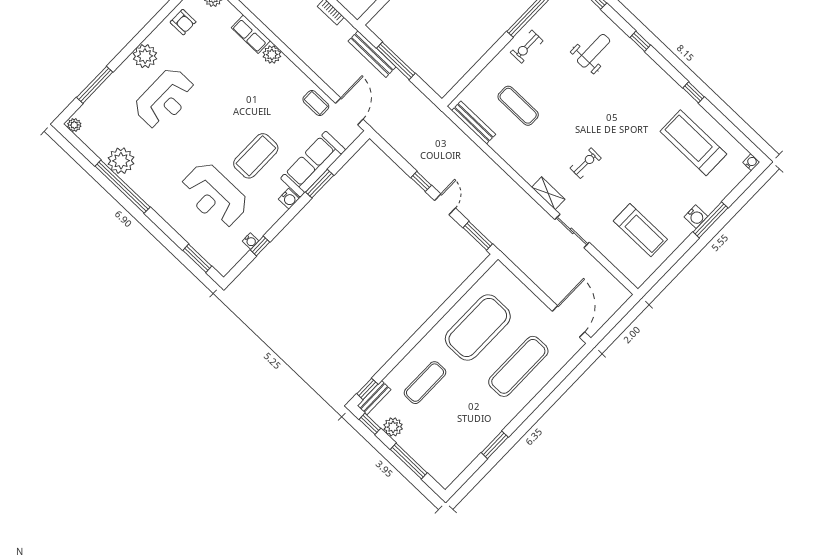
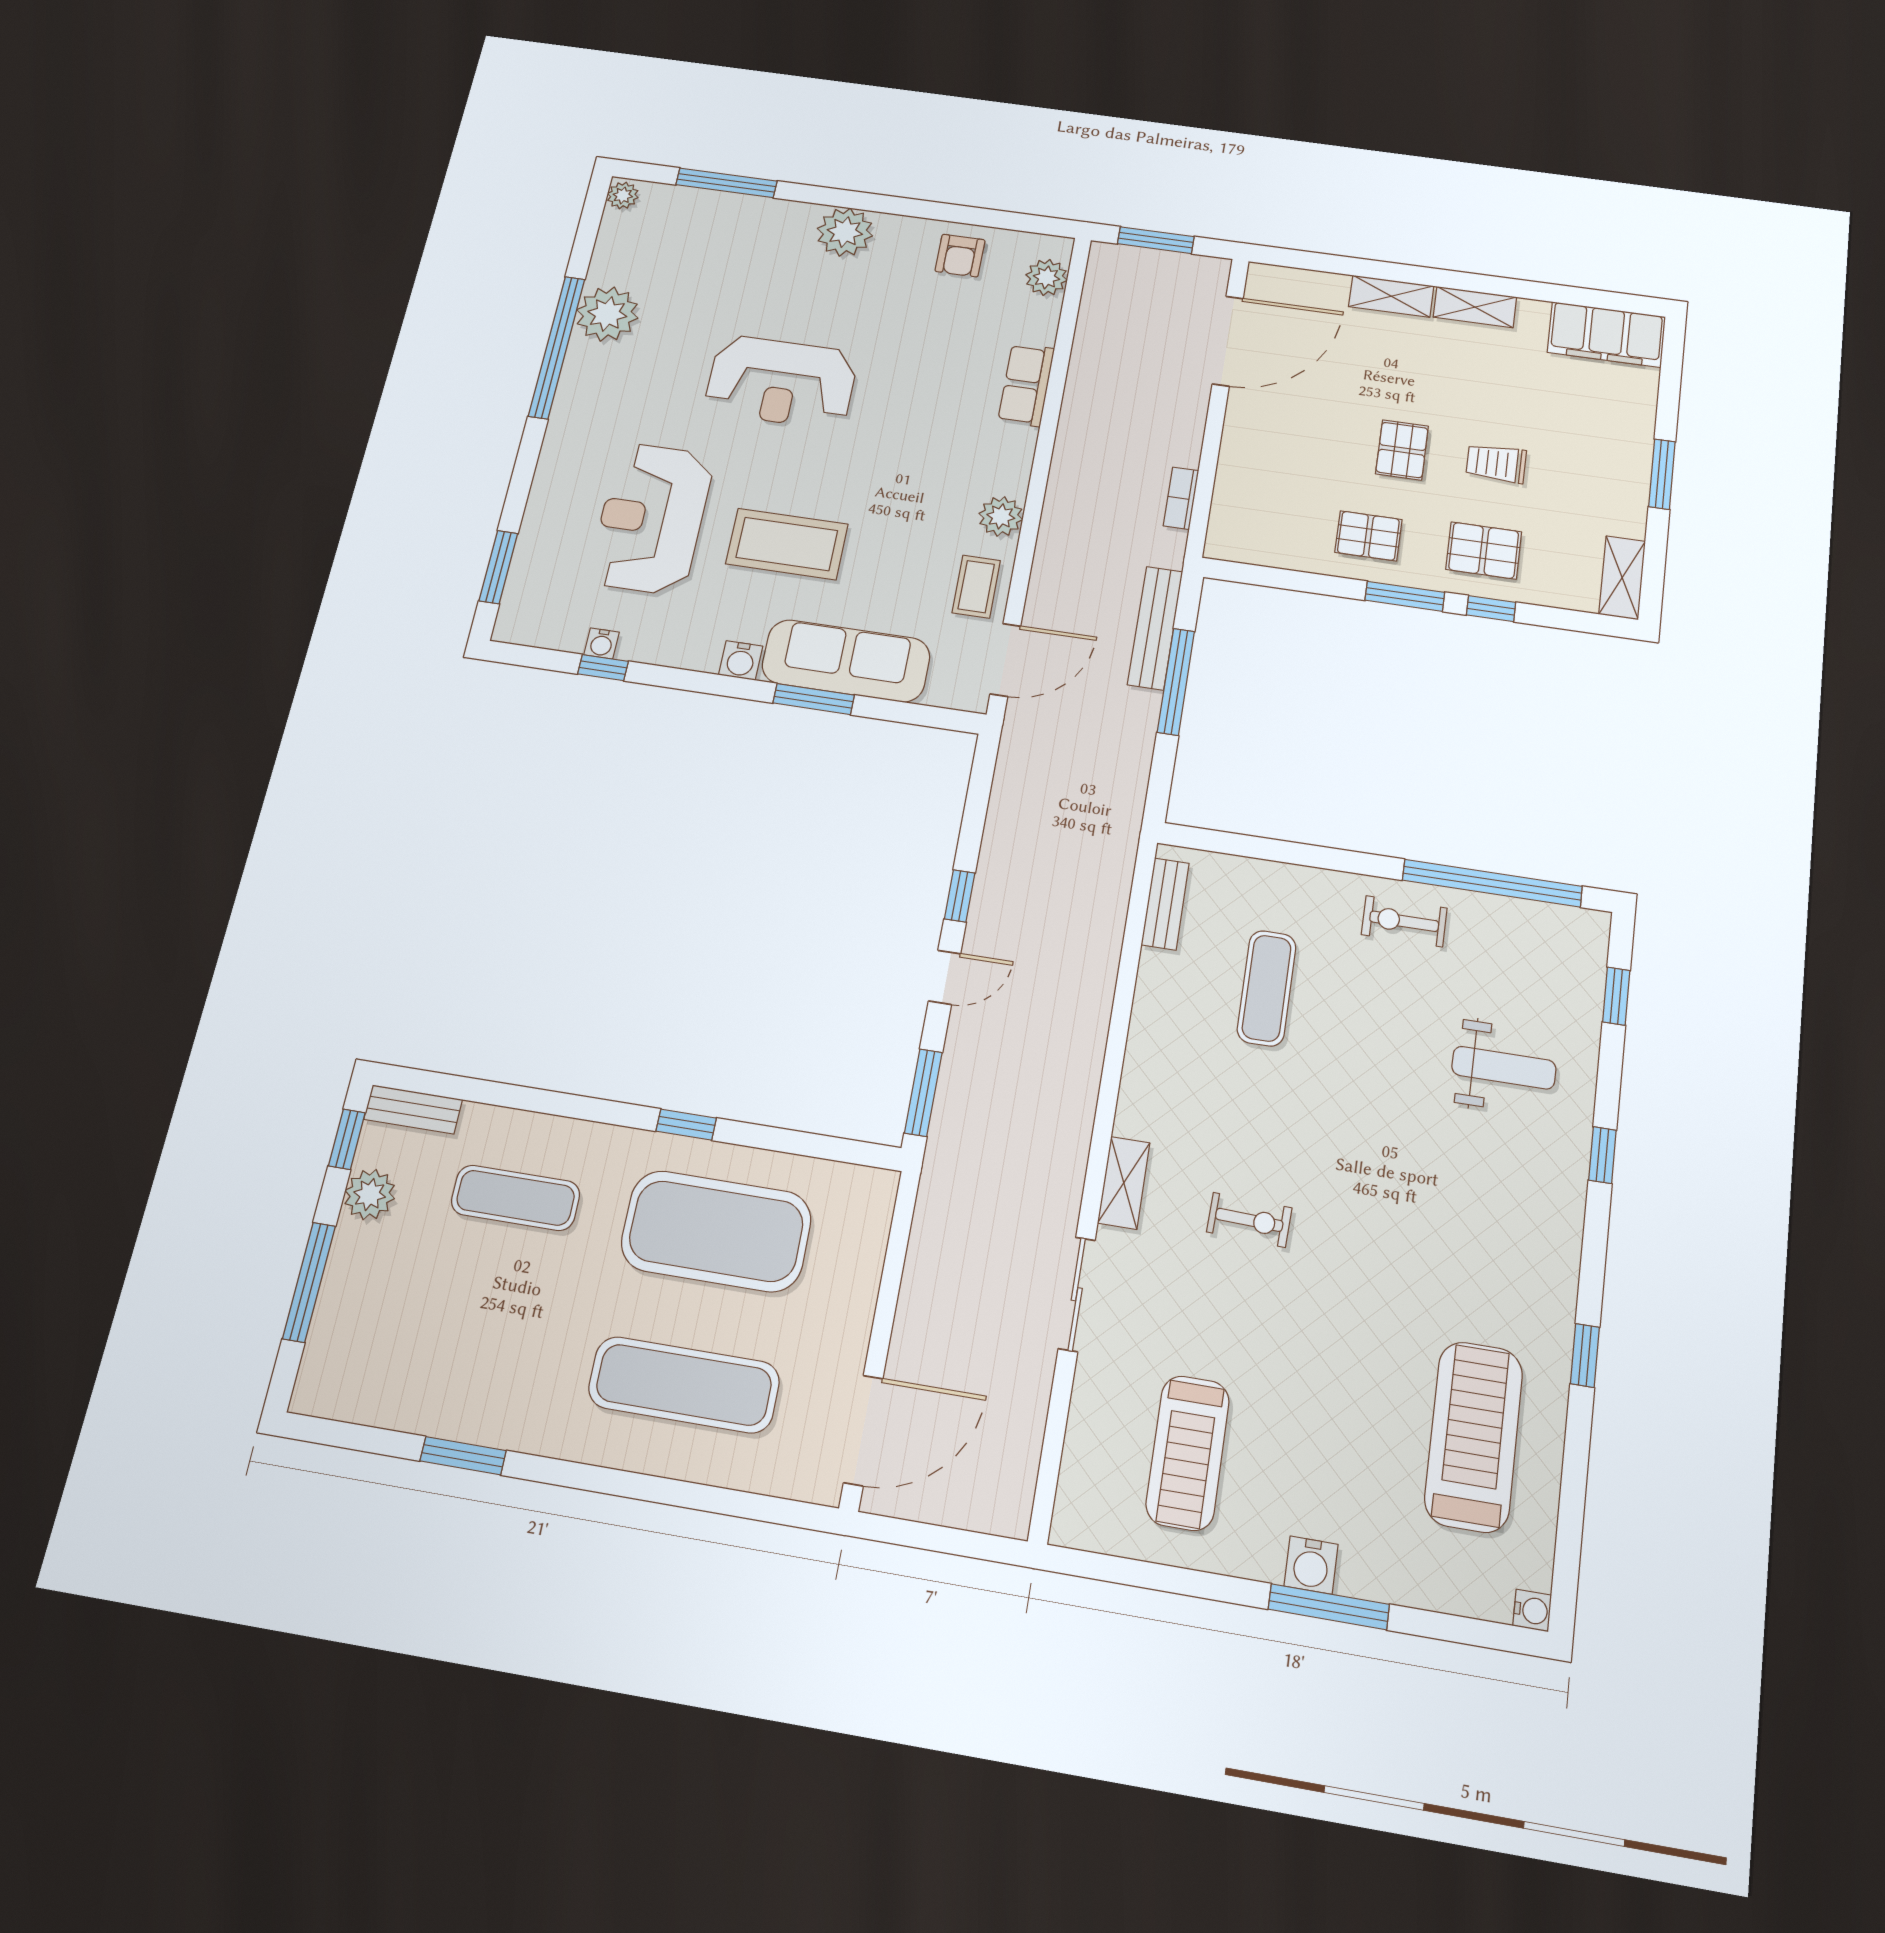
plant: (272, 55) -> (1001, 516), moved
reception desk: (165, 99) -> (781, 382), moved
bench: (474, 122) -> (1165, 904), width x0.73
window: (367, 389) -> (686, 1125), moved

